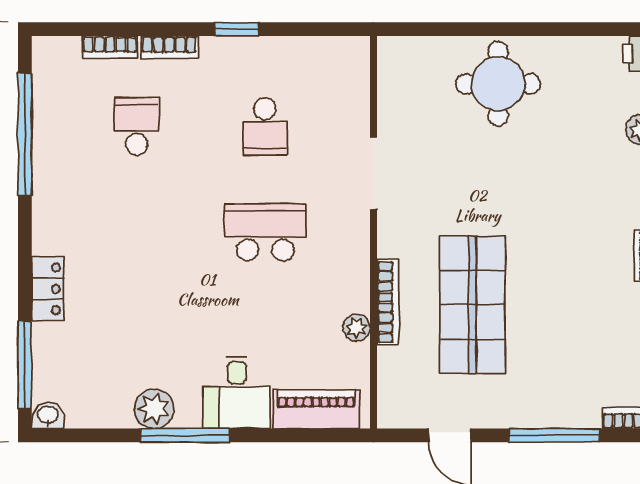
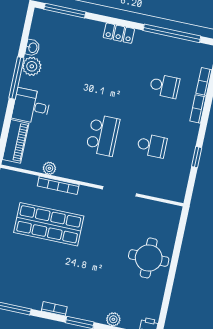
window: (237, 29) -> (197, 157), moved
school desk: (265, 126) -> (152, 146), turned 180
locker: (48, 289) -> (119, 33), moved
washbasin: (48, 415) -> (32, 48), moved

